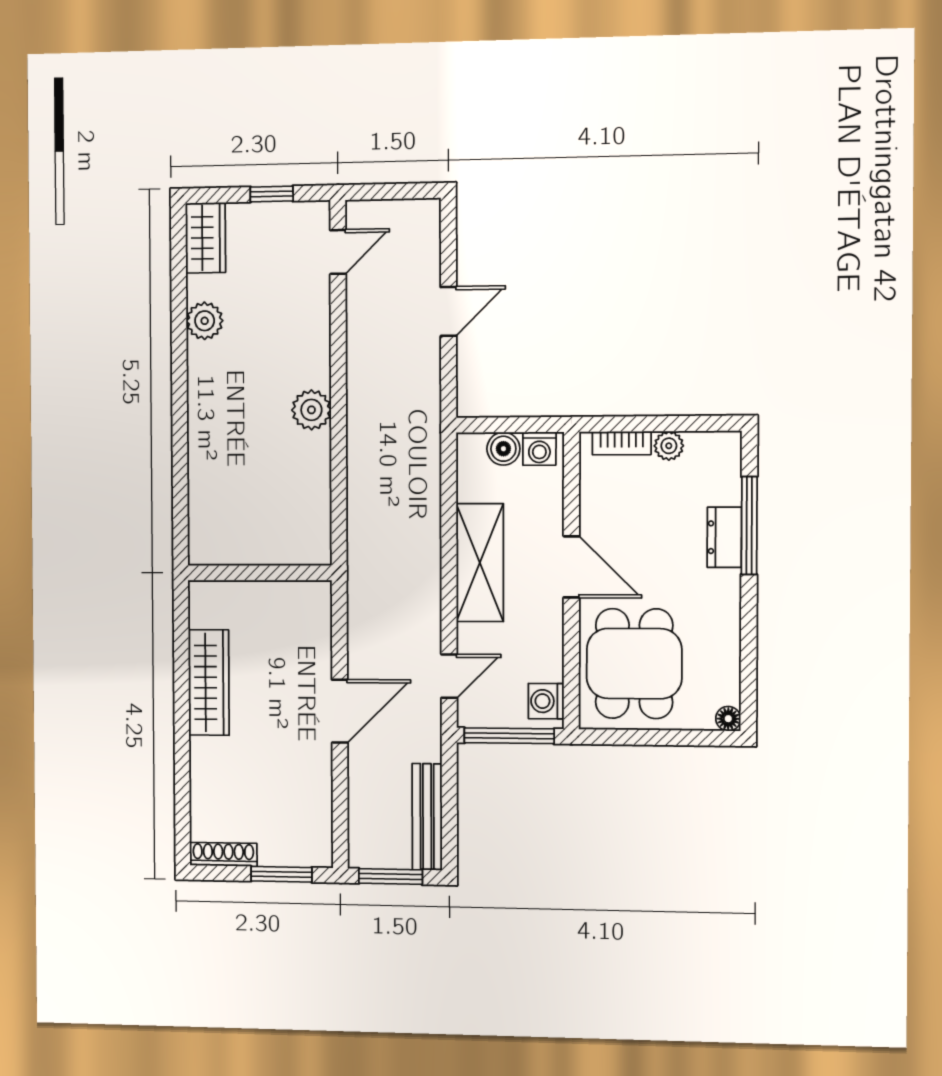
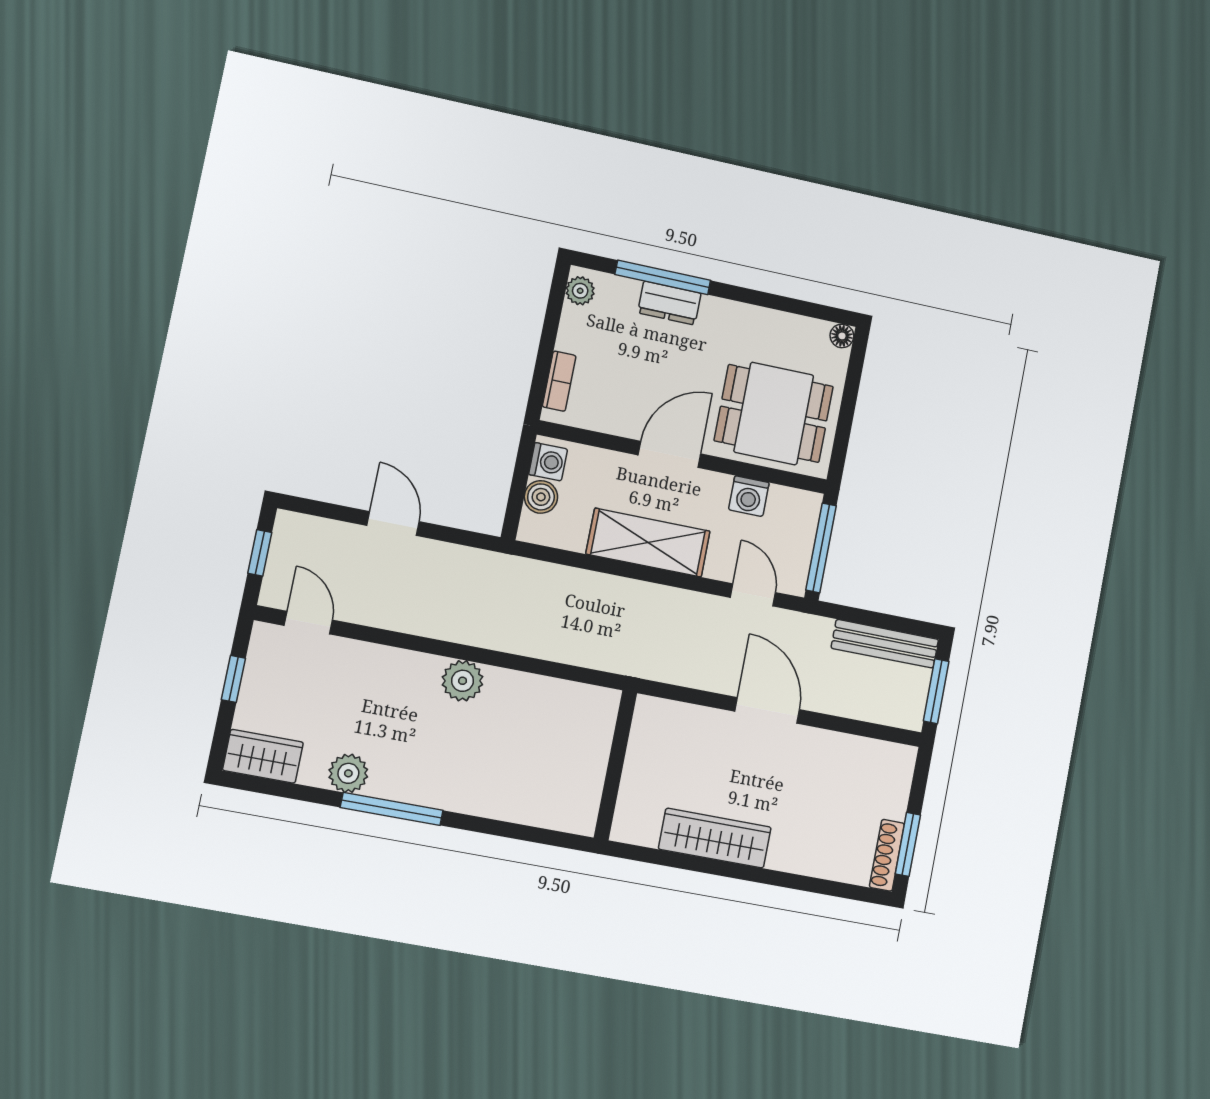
window: (395, 191) -> (260, 553), added
window: (179, 369) -> (392, 809), added
plant: (669, 446) -> (580, 291), moved
washing machine: (546, 701) -> (749, 496), moved
window: (281, 874) -> (908, 844), moved

